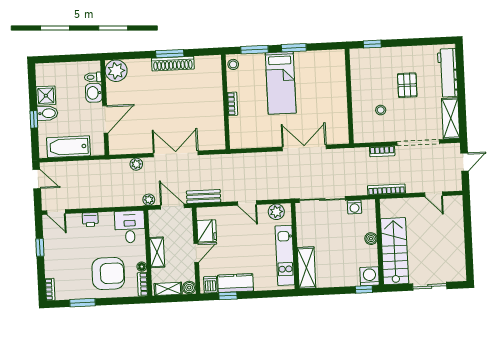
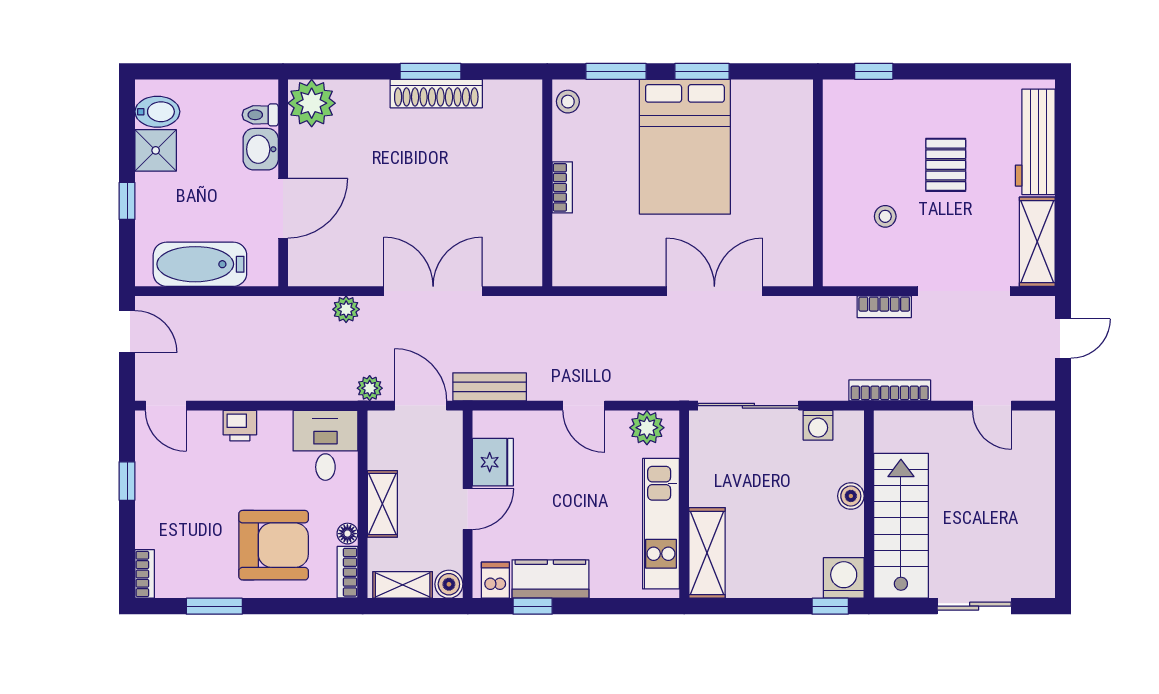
bed: (281, 83) -> (685, 147), width x1.50
bidet: (47, 113) -> (157, 112), moved

